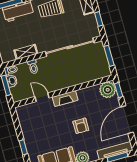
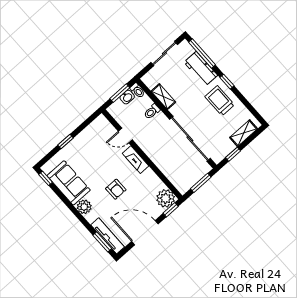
door: (42, 97) -> (125, 136), swing flipped
armchair: (81, 126) -> (116, 189), turned -90

